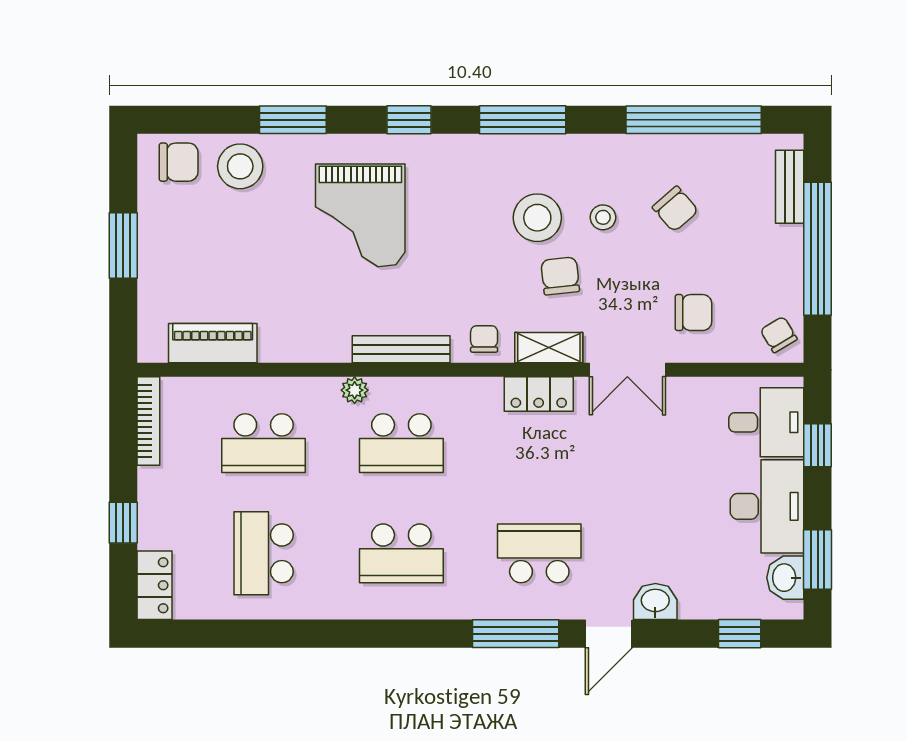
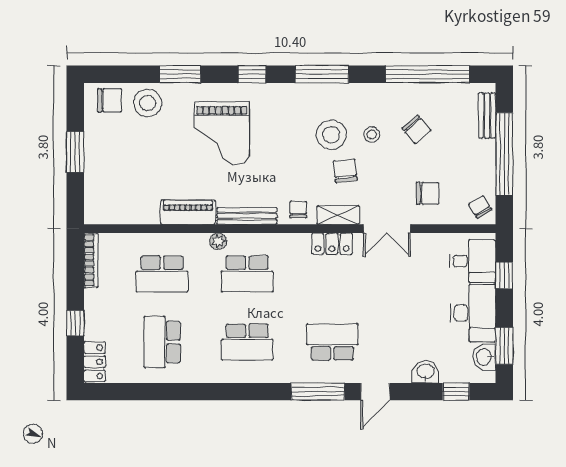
piano: (213, 343) -> (188, 212), moved
washbasin: (655, 602) -> (426, 372), moved

